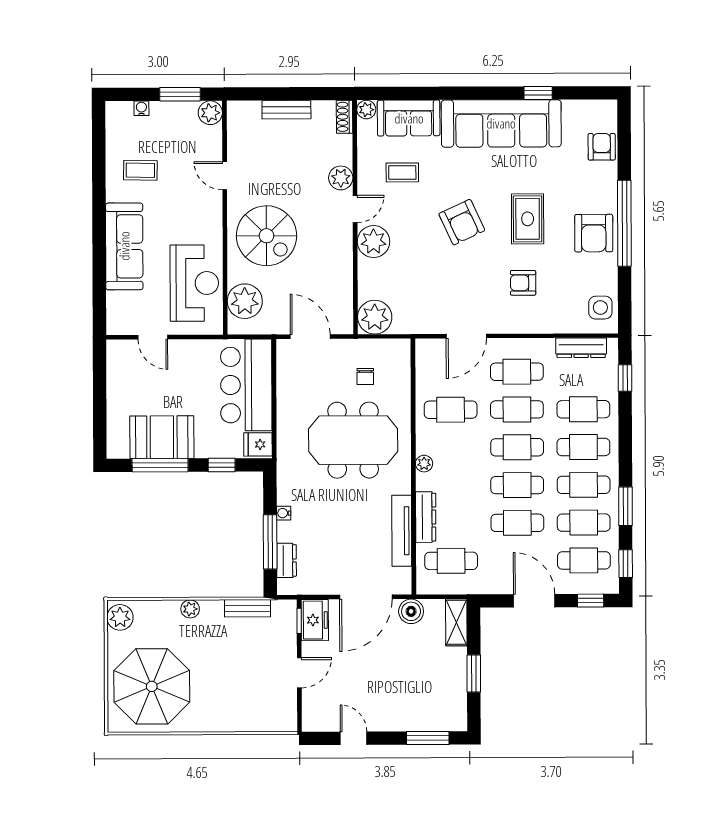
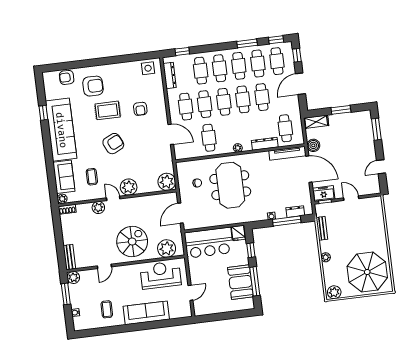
bench: (286, 110) -> (69, 257), moved
window: (624, 223) -> (104, 61), removed
armchair: (594, 233) -> (93, 86), moved
tv unit: (402, 531) -> (287, 153), moved

